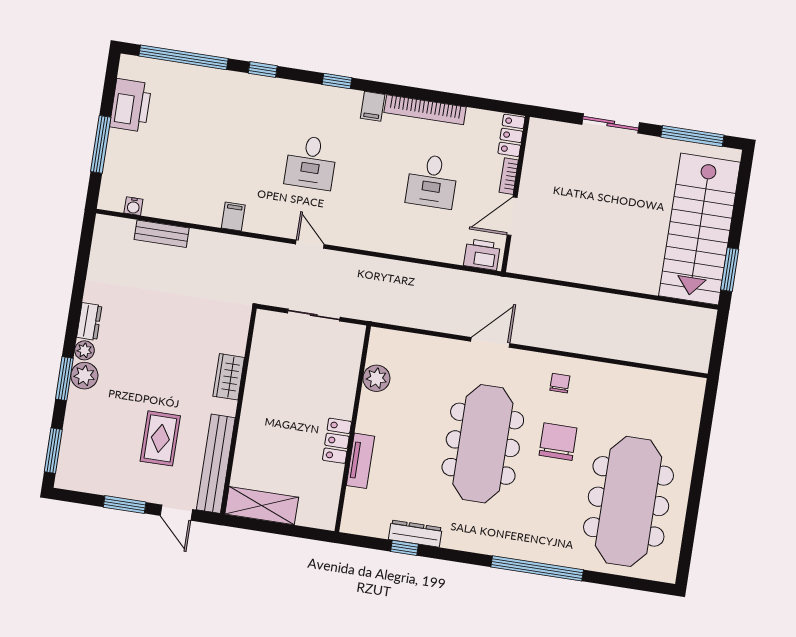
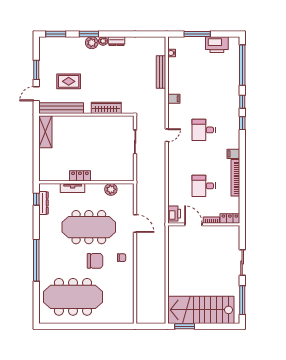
window: (337, 81) -> (242, 123), moved
bench: (162, 234) -> (161, 72), width x1.36
wardrobe: (229, 377) -> (106, 108), width x1.50
plant: (376, 378) -> (111, 189), moved
wall: (353, 429) -> (86, 182), moved
locker: (337, 441) -> (80, 176), moved
tv unit: (360, 461) -> (73, 188), moved

